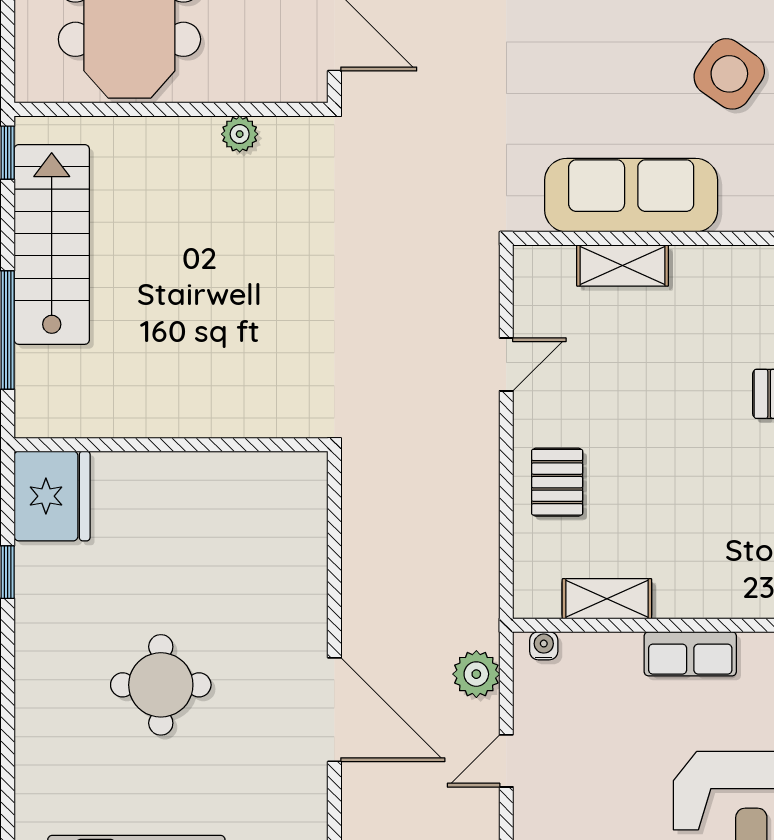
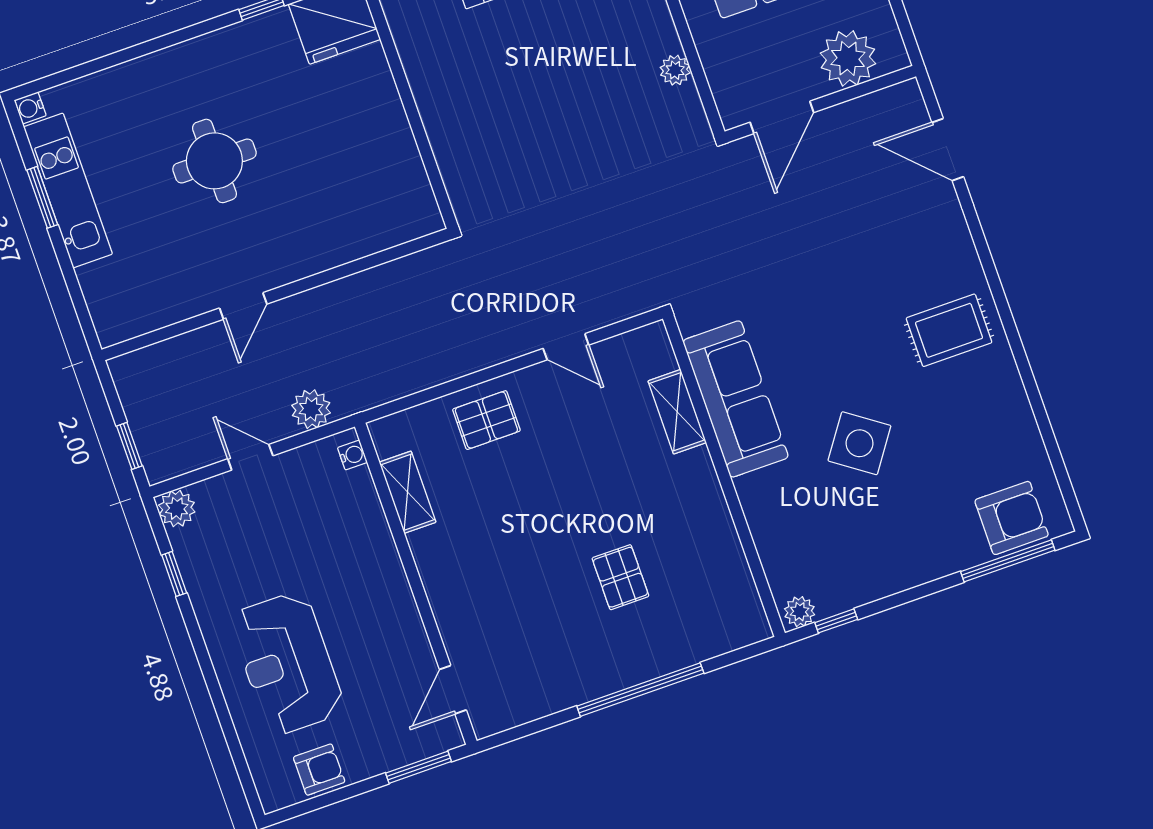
row of seats: (690, 654) -> (387, 574), removed
door: (334, 710) -> (243, 306), width x0.53

